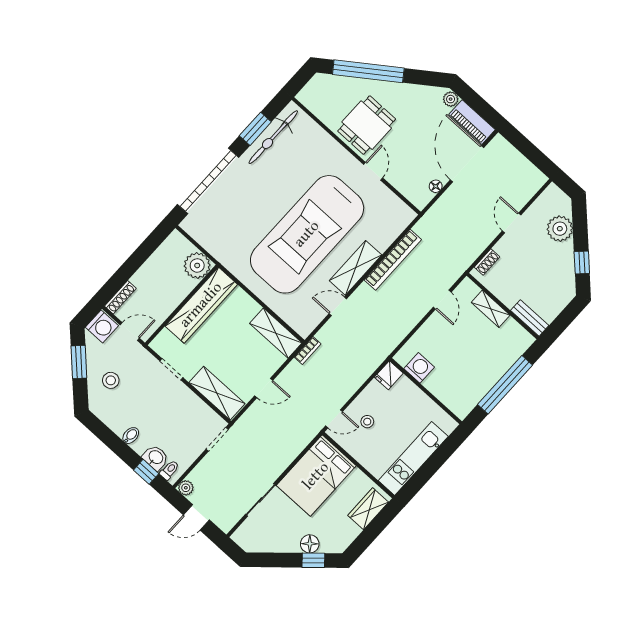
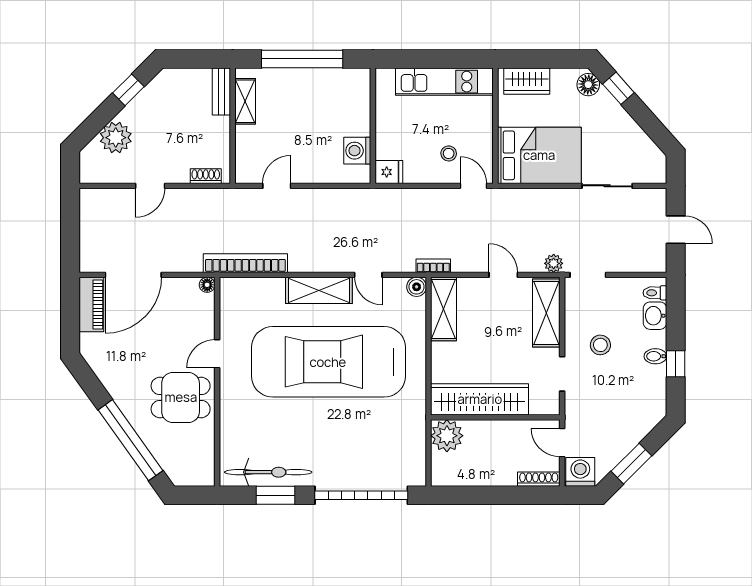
plant: (451, 99) -> (88, 343), removed
floor lamp: (436, 186) -> (207, 285), moved
car: (307, 234) -> (328, 362), turned 180
bookcase: (393, 260) -> (245, 263), moved
shelving: (491, 309) -> (245, 101), moved
boiler: (304, 329) -> (417, 287), added
stool: (111, 380) -> (600, 345), moved
window: (146, 472) -> (676, 364), moved
plant: (186, 488) -> (554, 263), moved
floor lamp: (310, 544) -> (588, 85), moved

